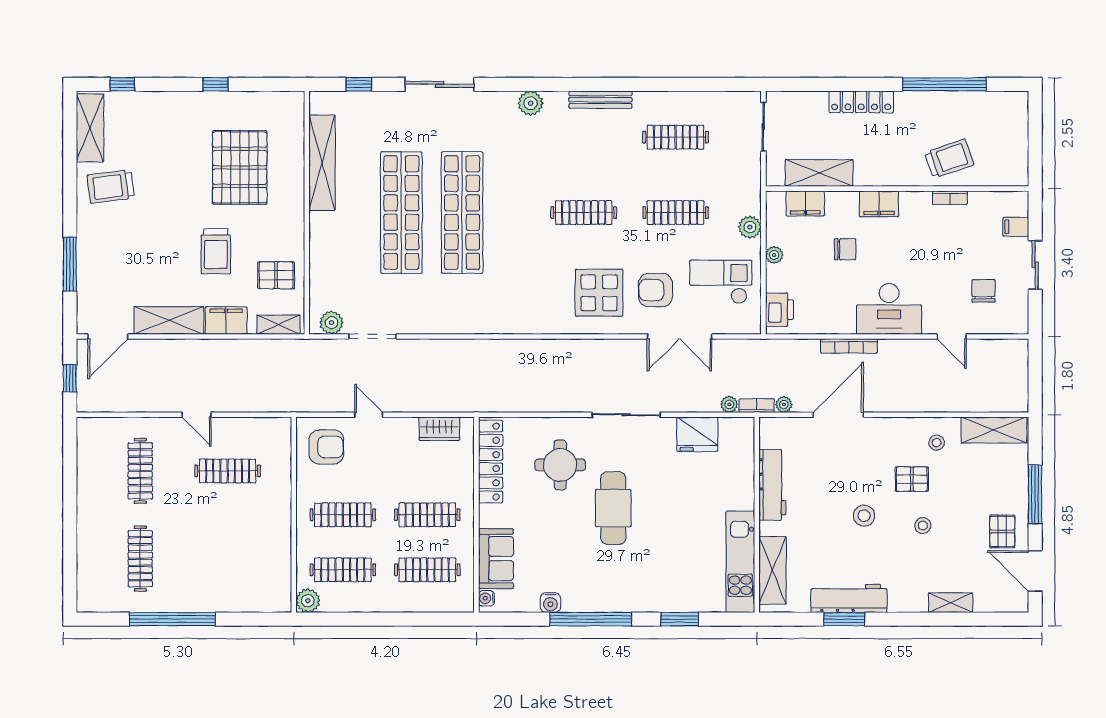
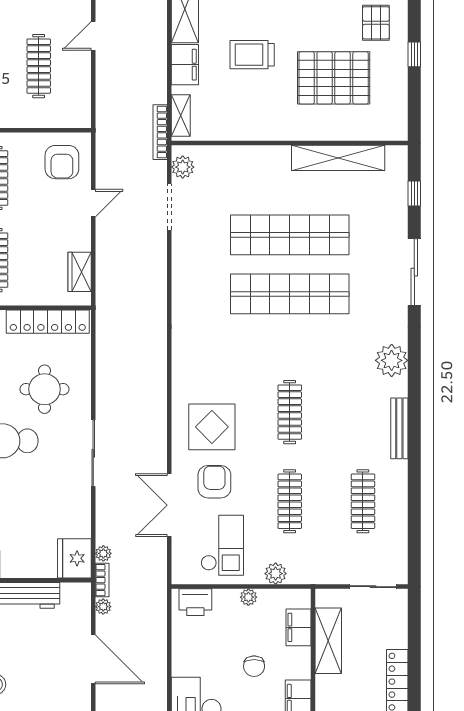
plant: (531, 103) -> (392, 360), width x1.36, depth x1.36
pallet: (276, 275) -> (376, 23), moved
bookcase: (849, 346) -> (160, 132), moved
fridge: (697, 434) -> (74, 558), moved

